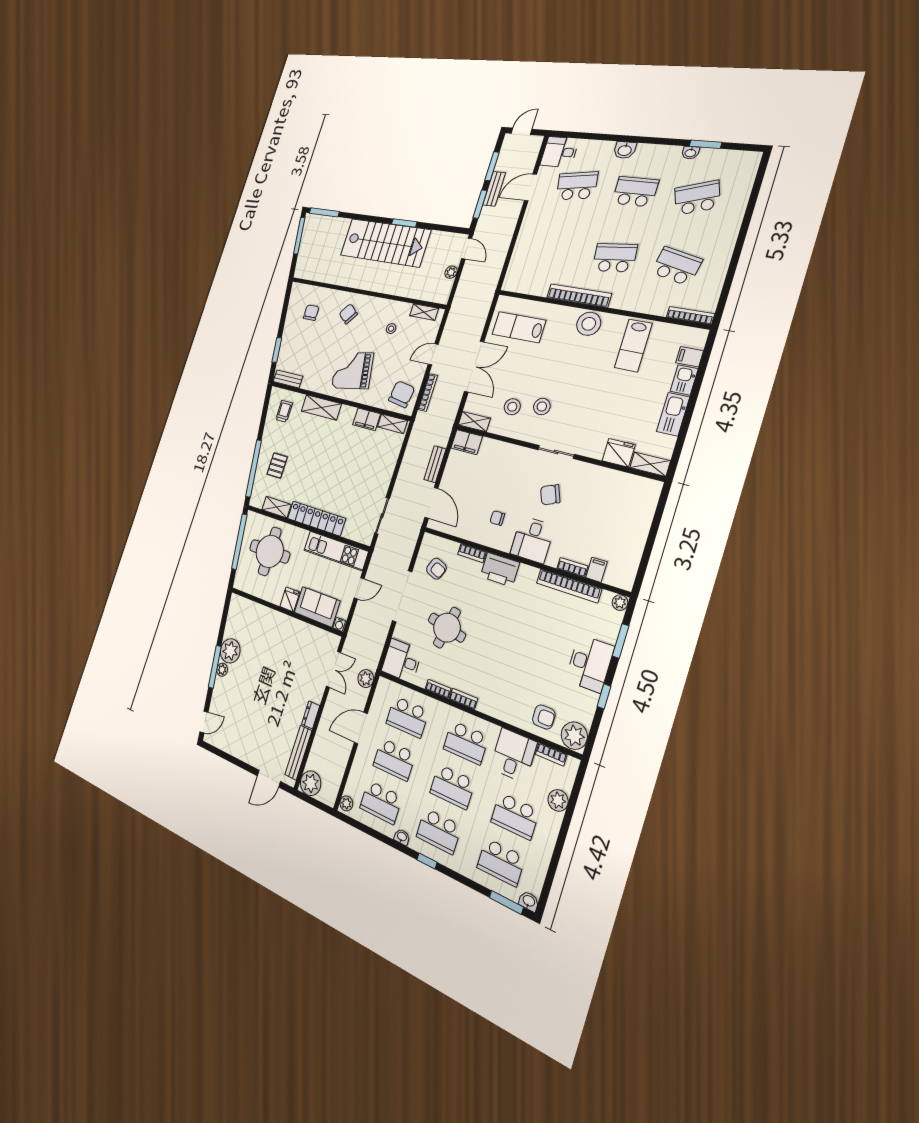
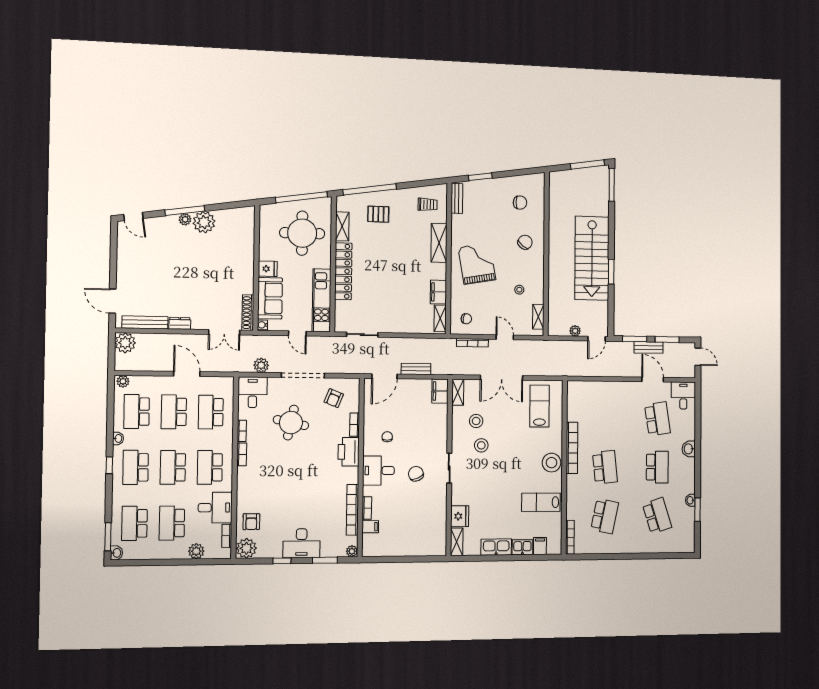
chair: (402, 394) -> (466, 319), width x0.54, depth x0.54
shoe rack: (323, 636) -> (248, 313), added
plant: (366, 679) -> (261, 365), moved

